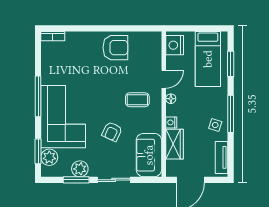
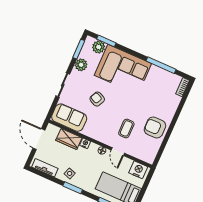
armchair: (115, 48) -> (155, 128), turned 90
window: (38, 96) -> (161, 65), moved
coffee table: (137, 100) -> (126, 128), moved
window: (231, 114) -> (73, 188), width x0.69
window: (76, 180) -> (79, 49), moved

